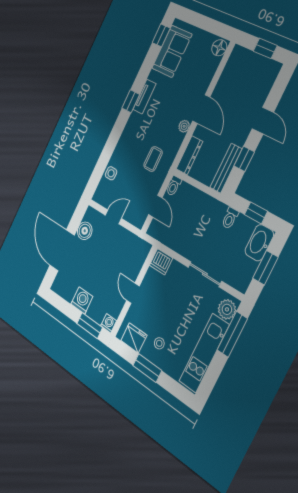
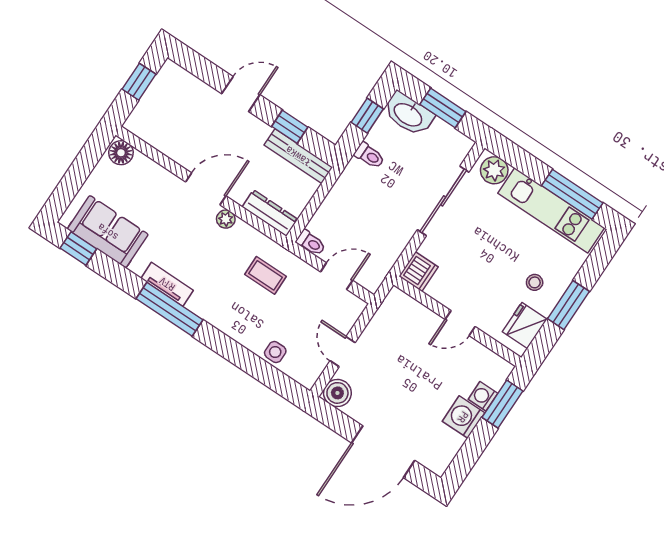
window: (131, 101) -> (169, 309), width x2.17
boiler: (85, 231) -> (337, 393), moved
sliding door: (205, 274) -> (443, 201), width x1.37
washing machine: (109, 323) -> (483, 396), moved
window: (232, 334) -> (572, 194), moved

